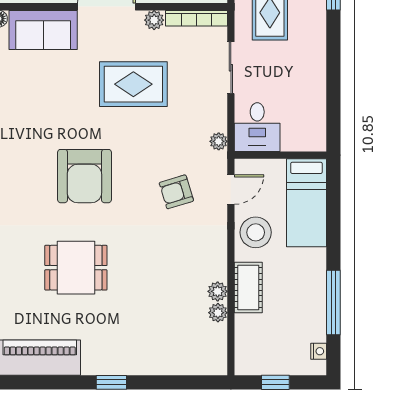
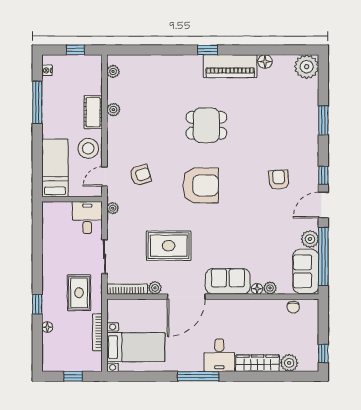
armchair: (84, 176) -> (201, 185), turned 90
plant: (218, 313) -> (113, 71), moved
window: (111, 382) -> (207, 50), moved

